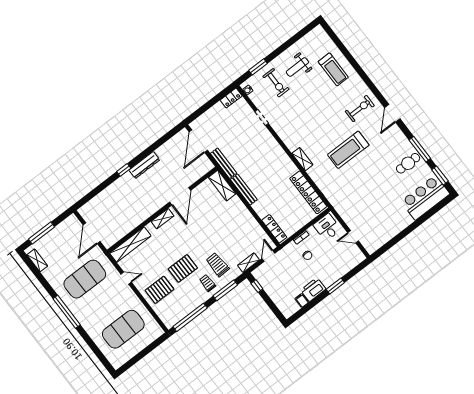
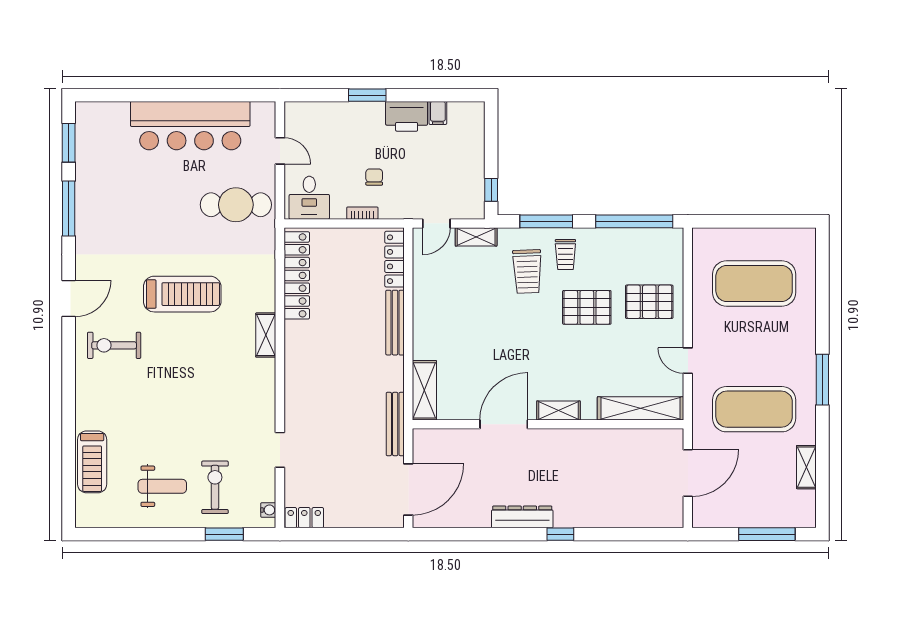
treadmill: (333, 69) -> (92, 462), moved, turned 180
cafe table: (408, 163) -> (236, 205), moved, width x1.37, depth x1.35
bench: (244, 189) -> (395, 323), moved
bar counter: (425, 198) -> (190, 126), moved, width x1.36
shelving: (37, 260) -> (806, 467), moved
window: (67, 312) -> (822, 380), width x0.68

